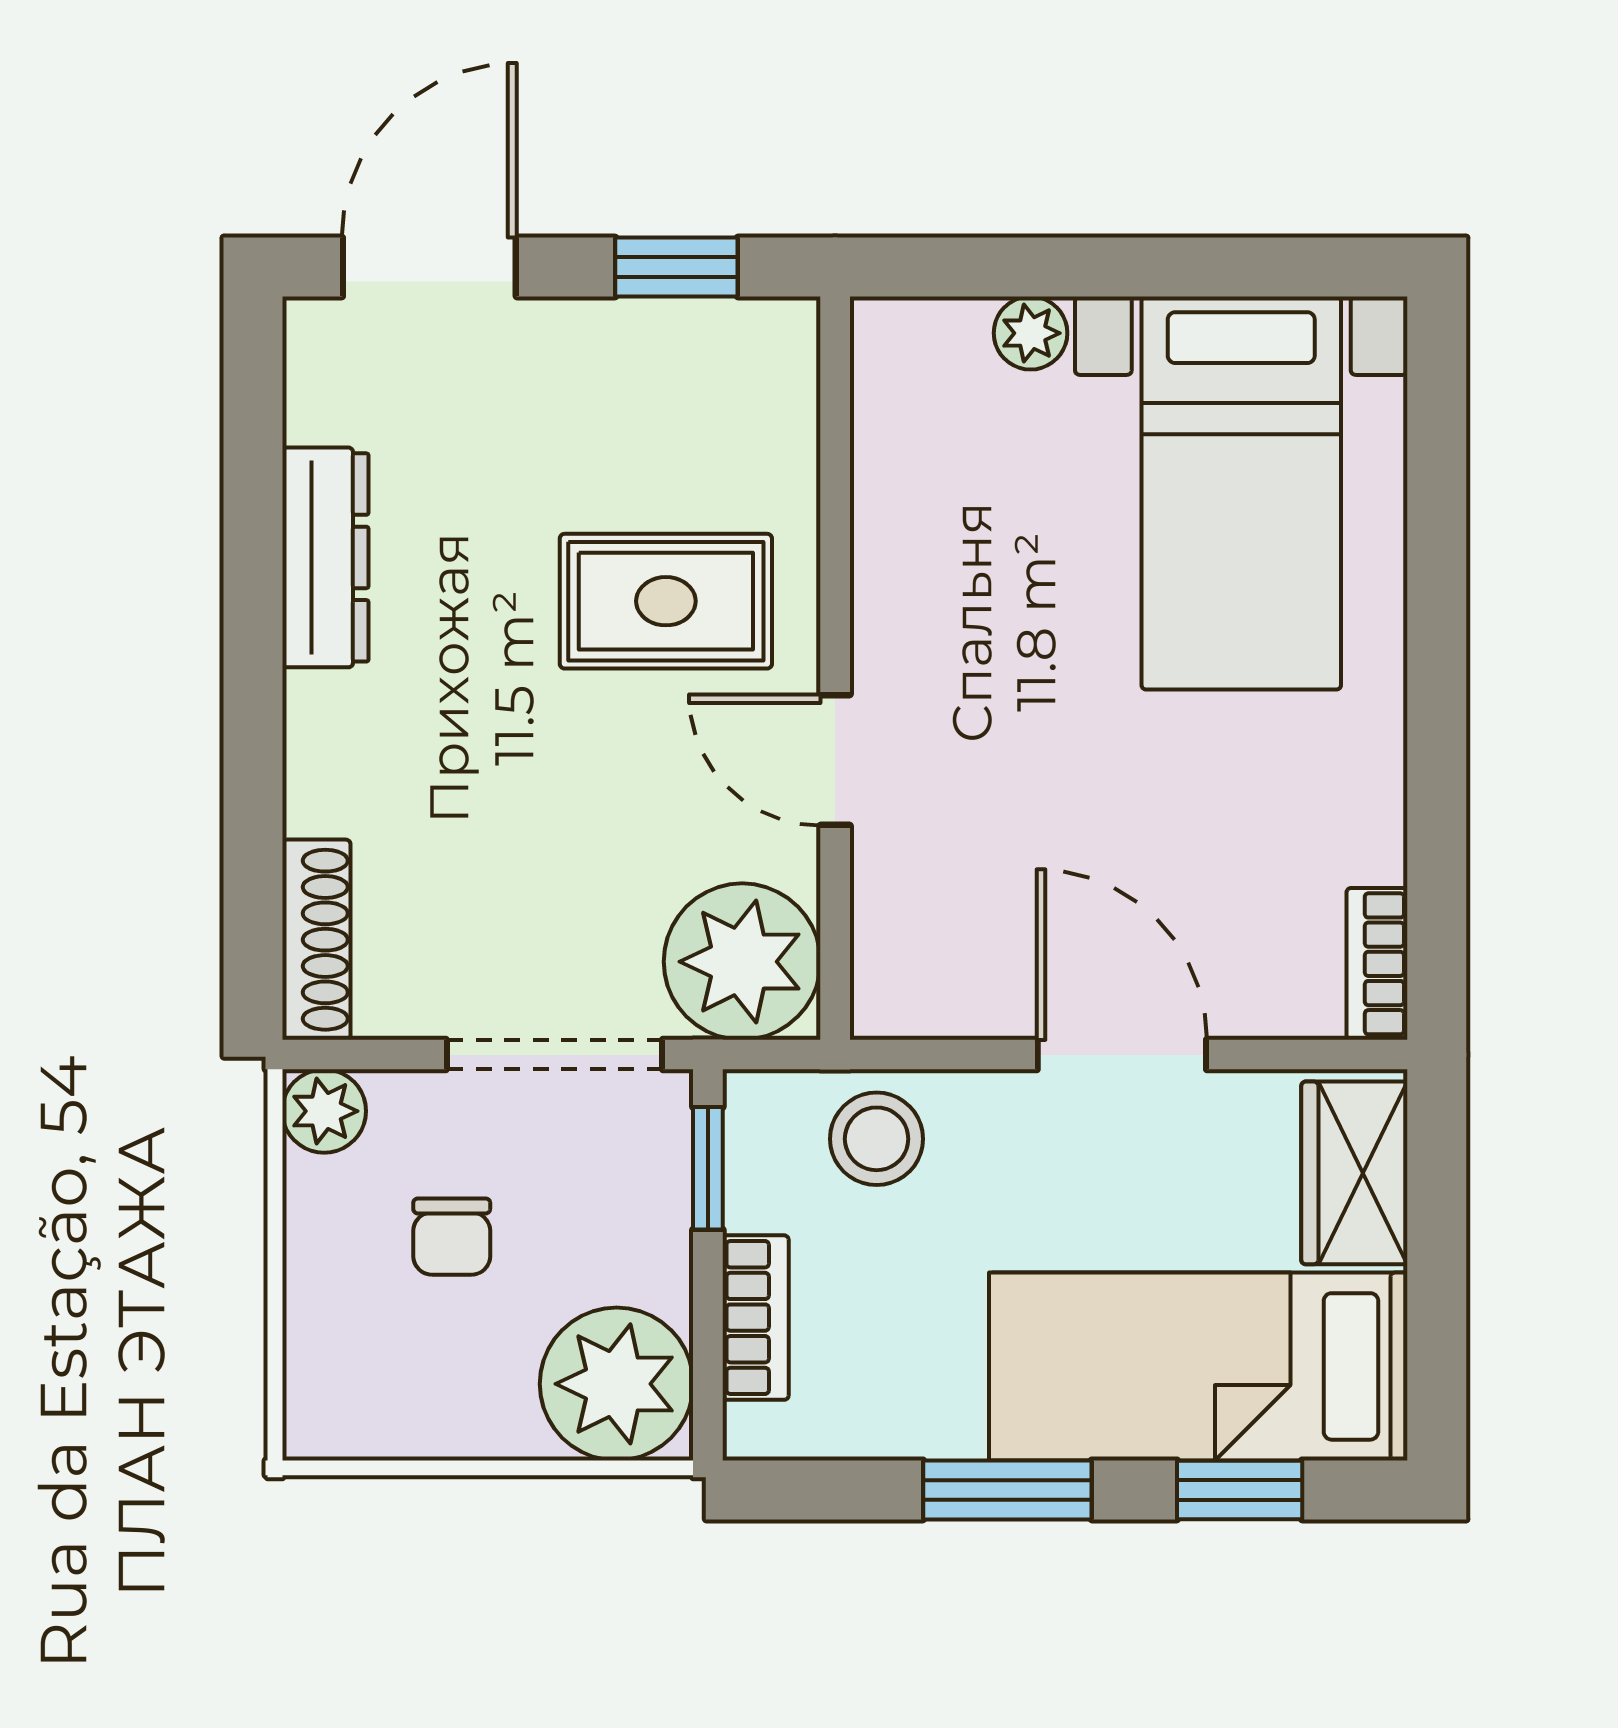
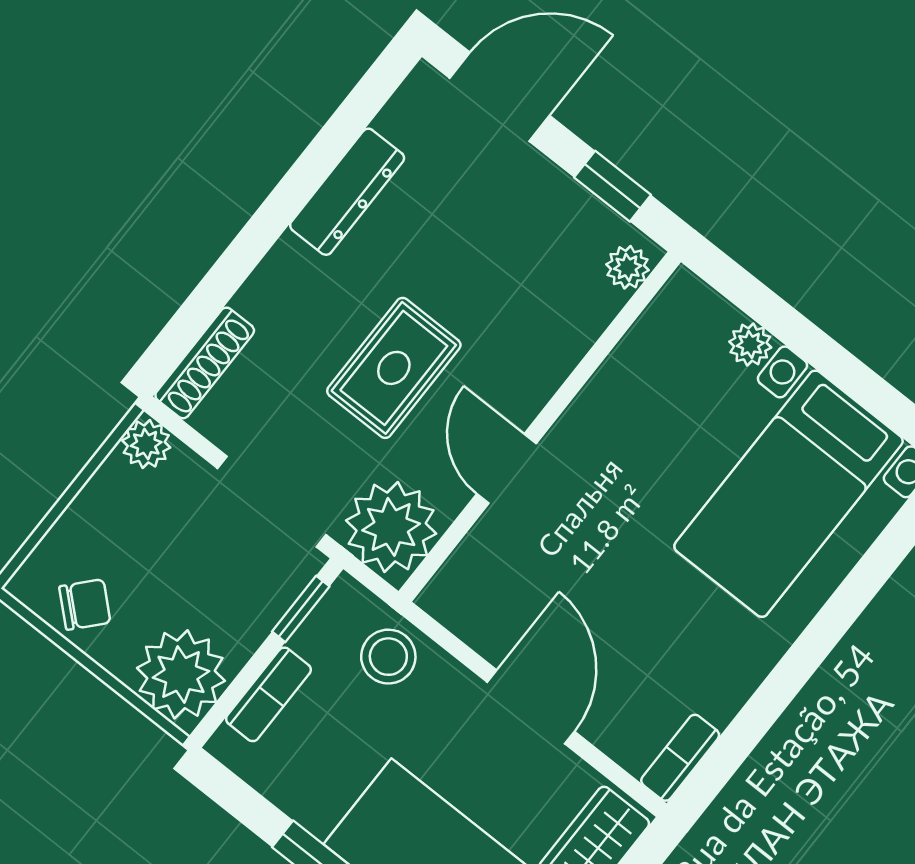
plant: (783, 360) -> (628, 267), added
rug: (666, 601) -> (394, 368), moved, turned 90
chair: (452, 1237) -> (85, 605), moved, turned -138

